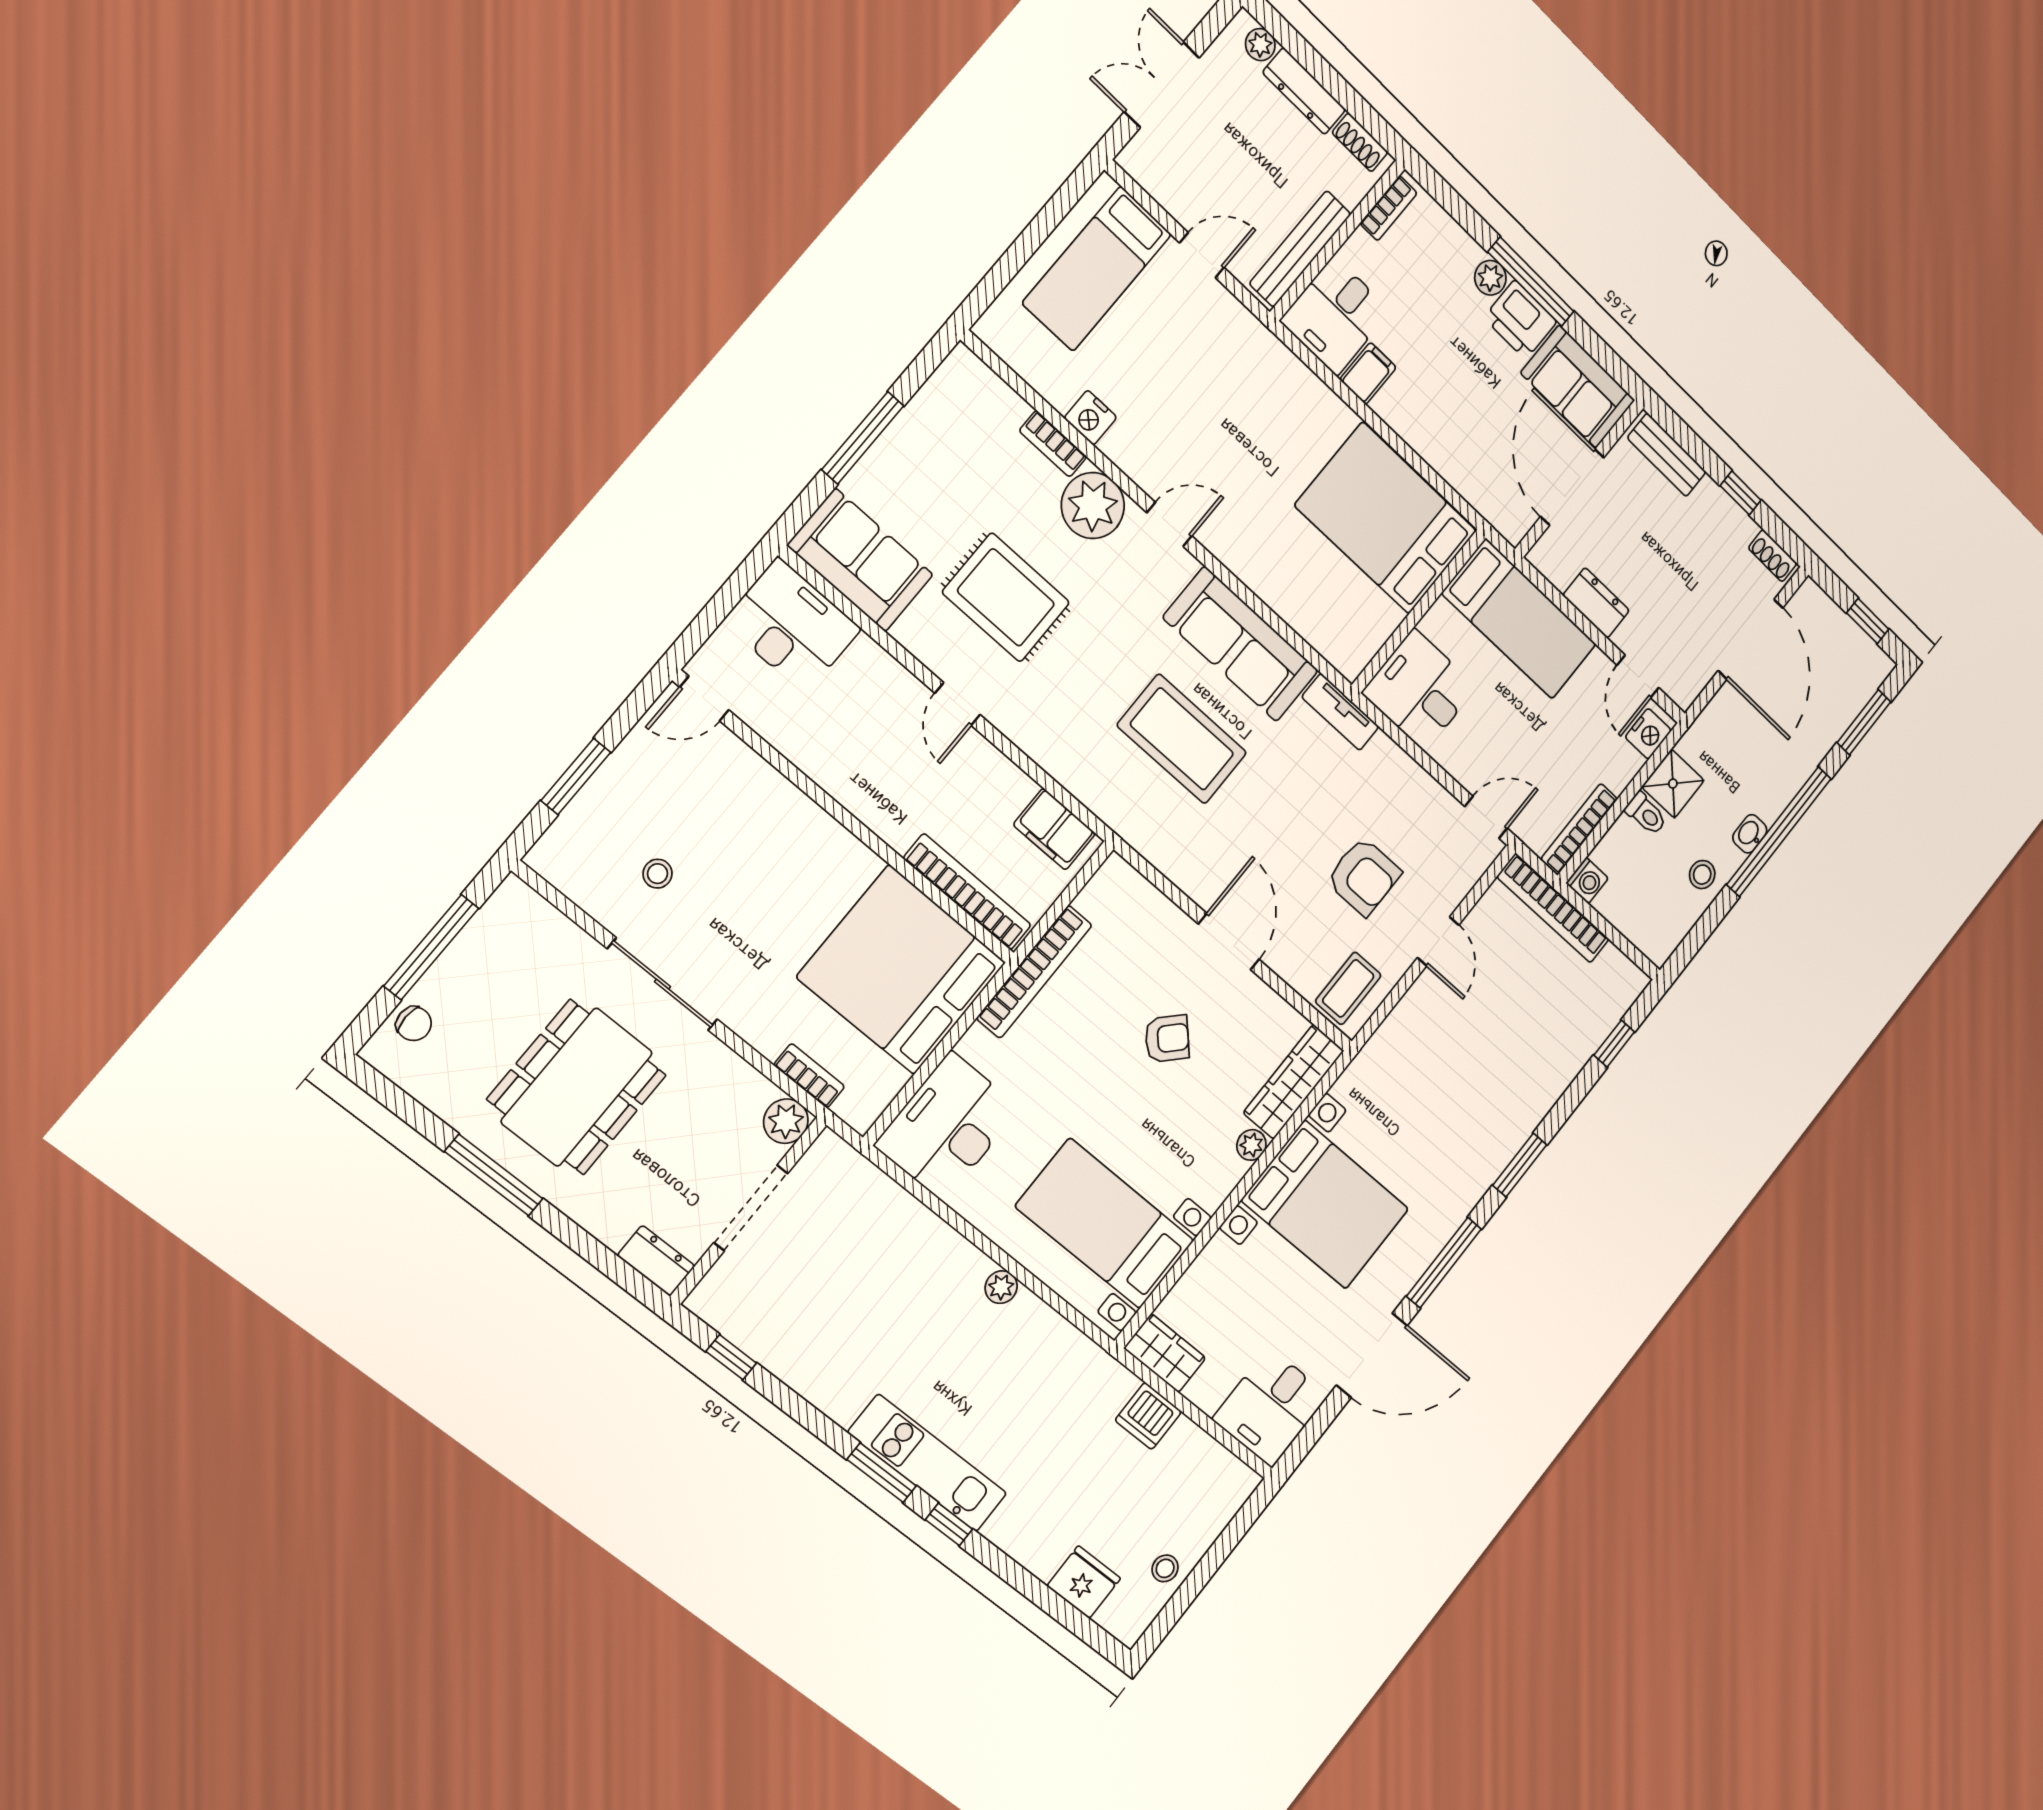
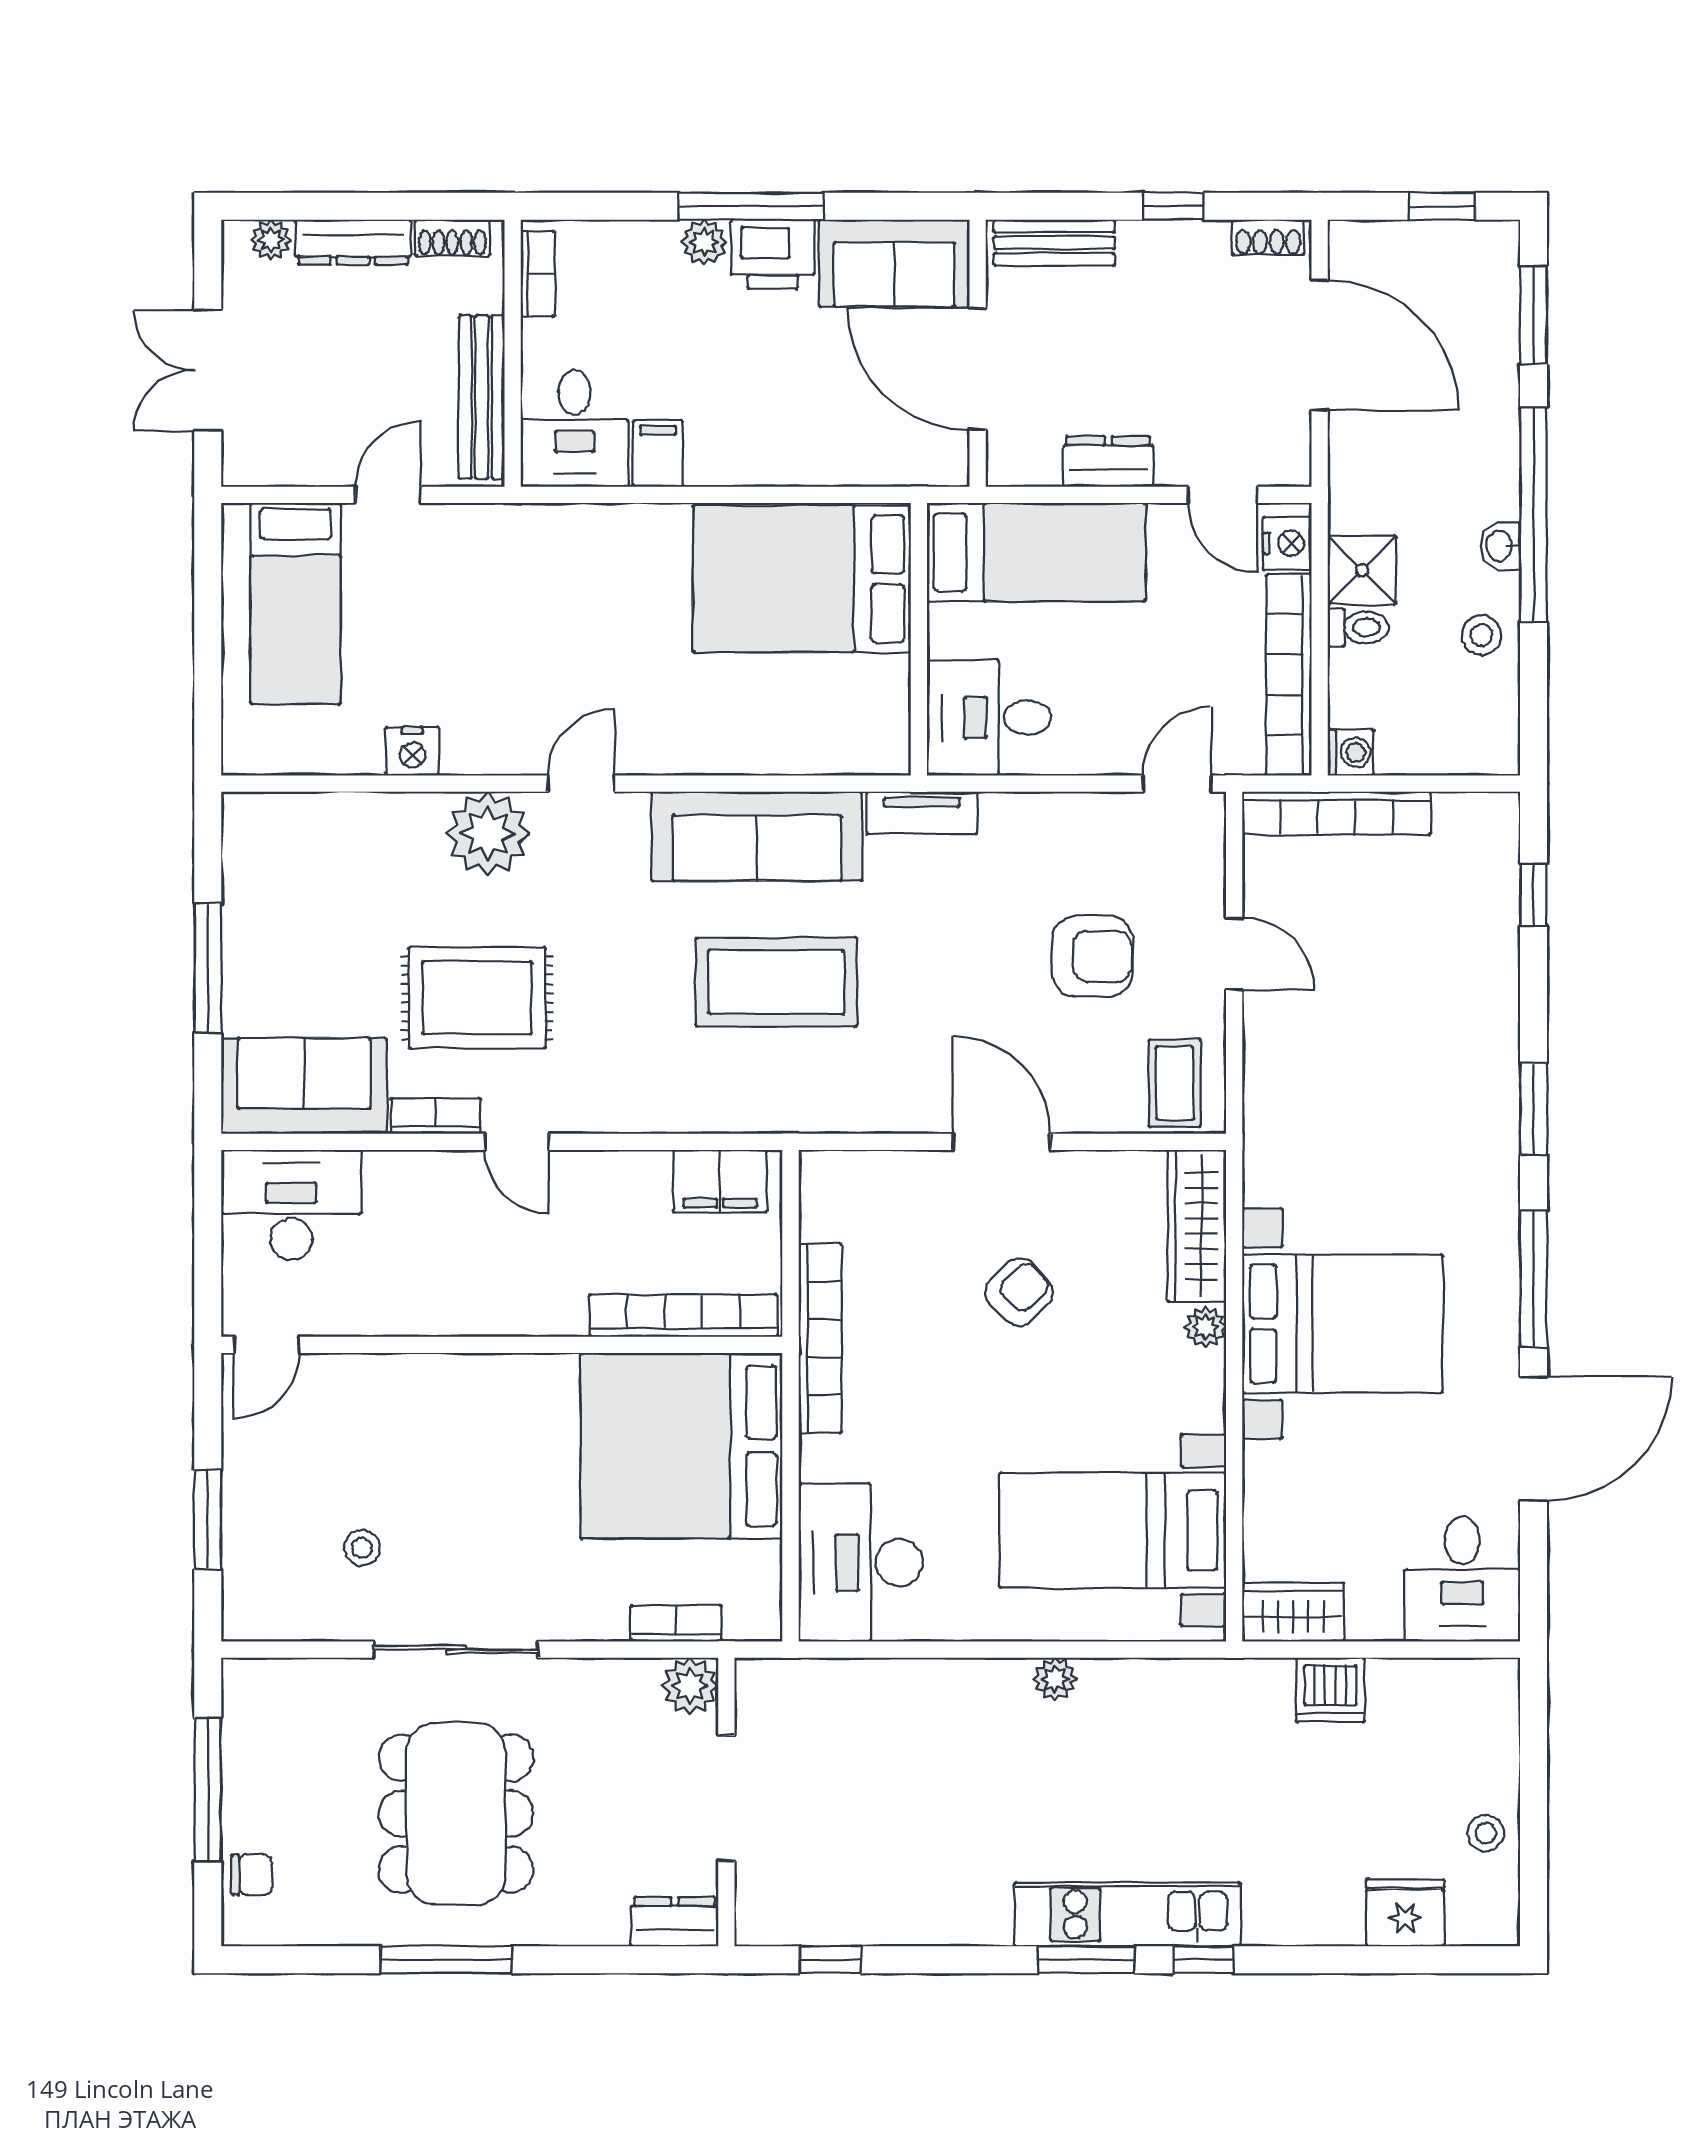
bookcase: (1053, 444) -> (436, 1116), moved, turned 180
bookcase: (1579, 829) -> (1289, 675), width x1.48, depth x1.31

